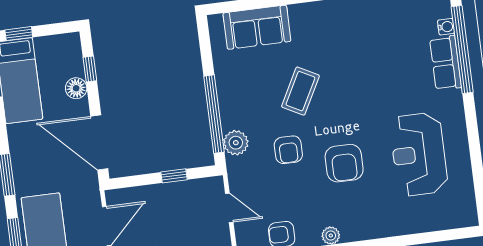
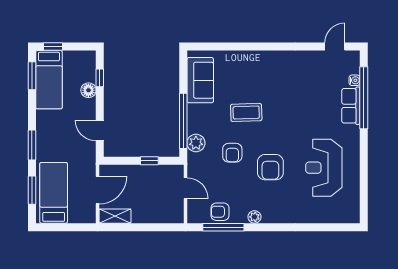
sofa: (257, 27) -> (200, 80), moved, turned -90
coffee table: (300, 91) -> (246, 112), turned 60
door: (99, 143) -> (100, 131), width x0.53

